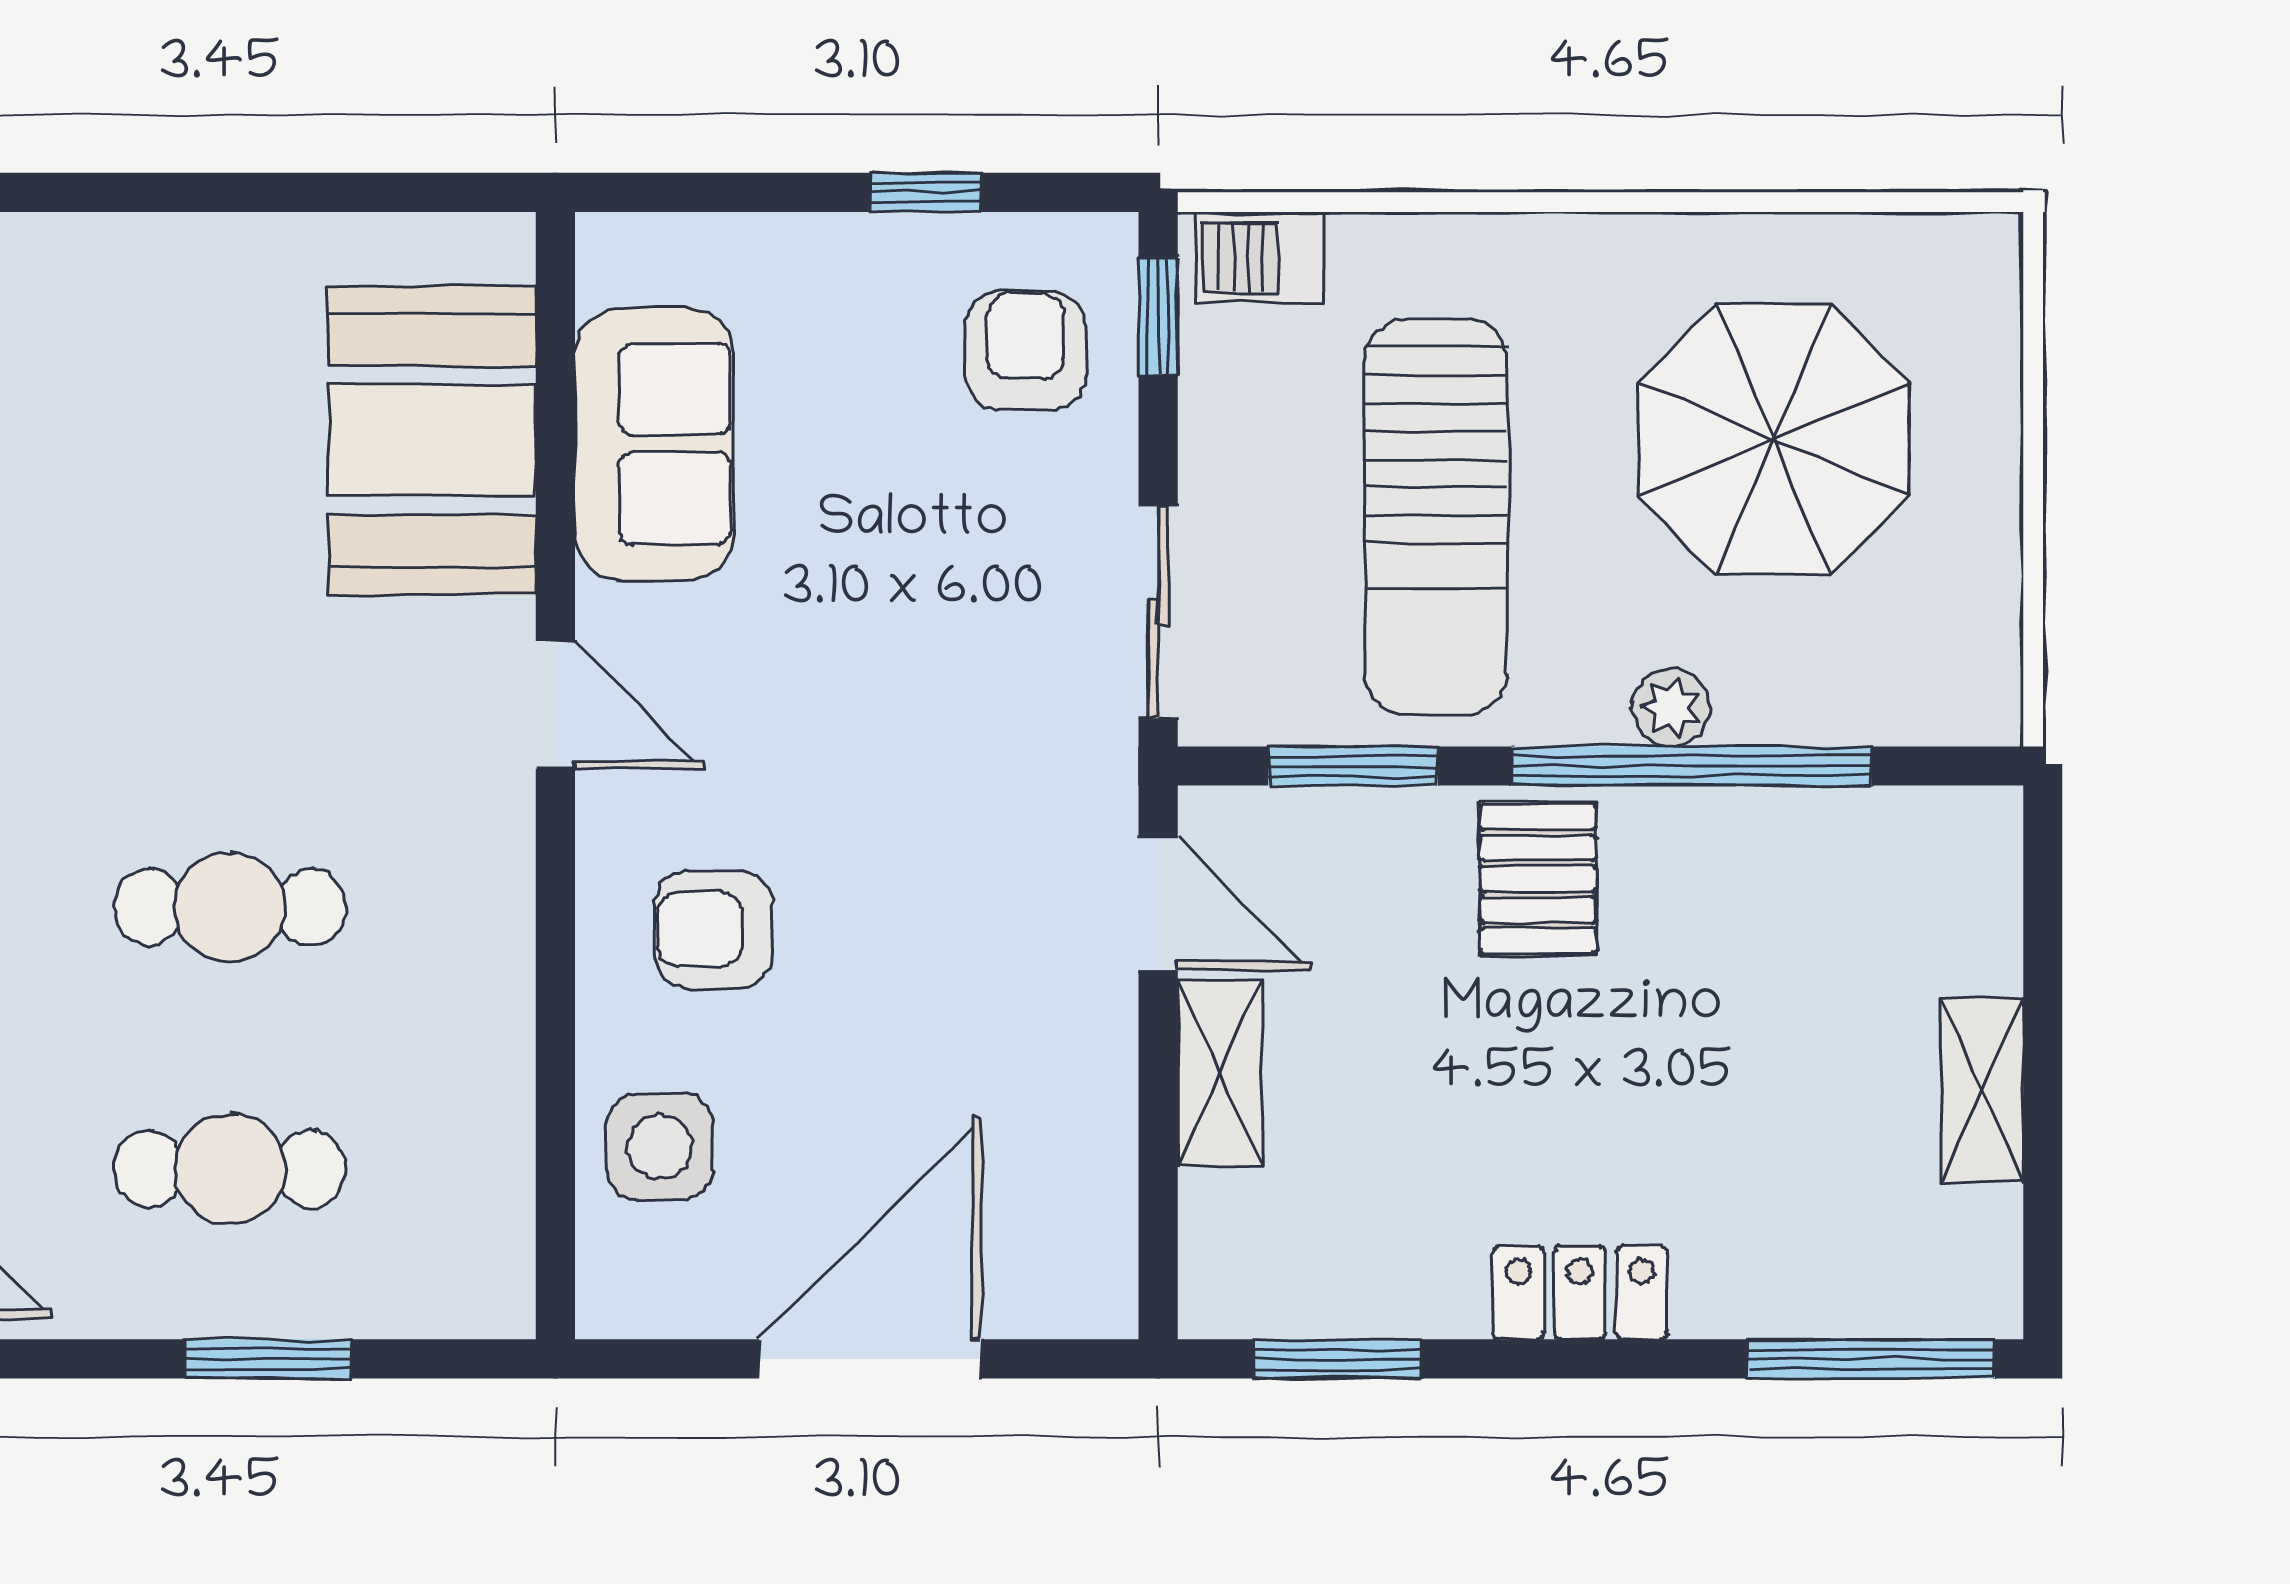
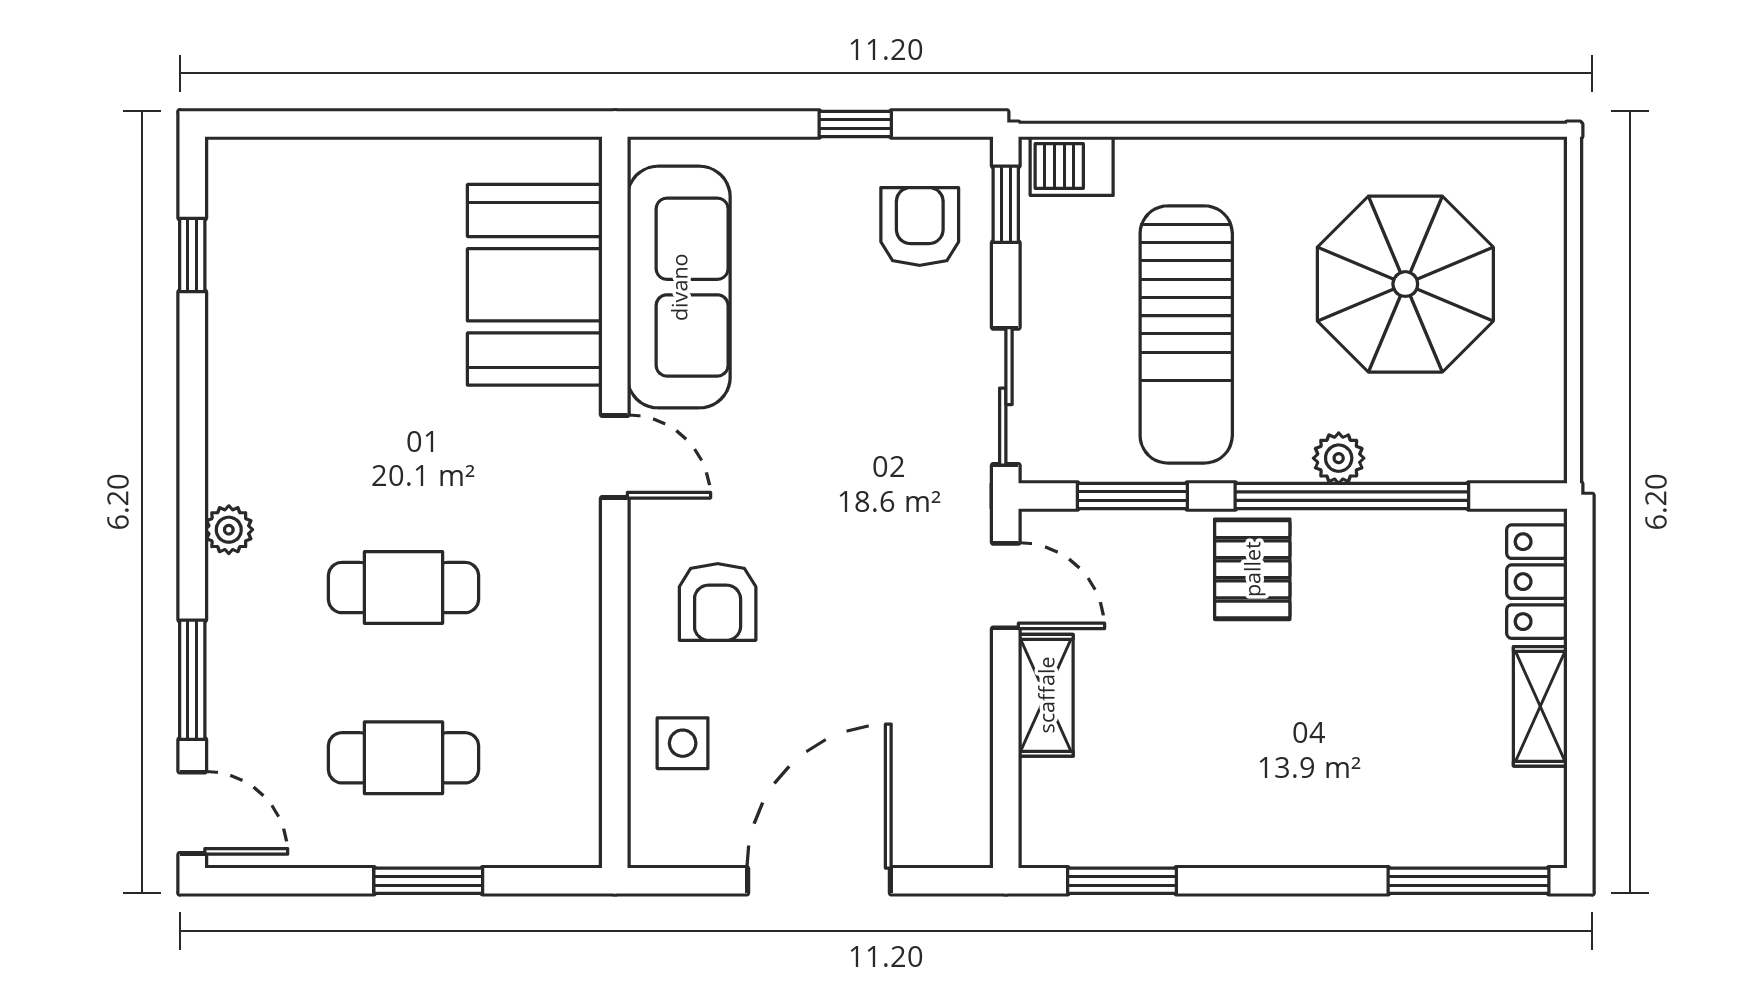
sofa: (654, 444) -> (679, 287), width x1.36
armchair: (714, 929) -> (718, 602), turned -90
side table: (660, 1147) -> (683, 743), width x0.73, depth x0.73
locker: (1580, 1293) -> (1537, 582), moved, turned -90

